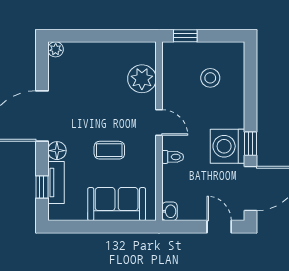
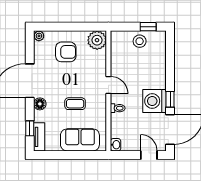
window: (185, 36) -> (148, 27), moved
armchair: (95, 73) -> (66, 52), added
stool: (210, 78) -> (140, 41), moved
plant: (142, 79) -> (97, 40), moved
tv unit: (56, 182) -> (39, 137), moved

